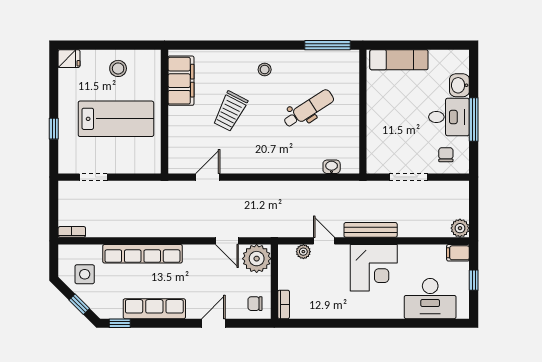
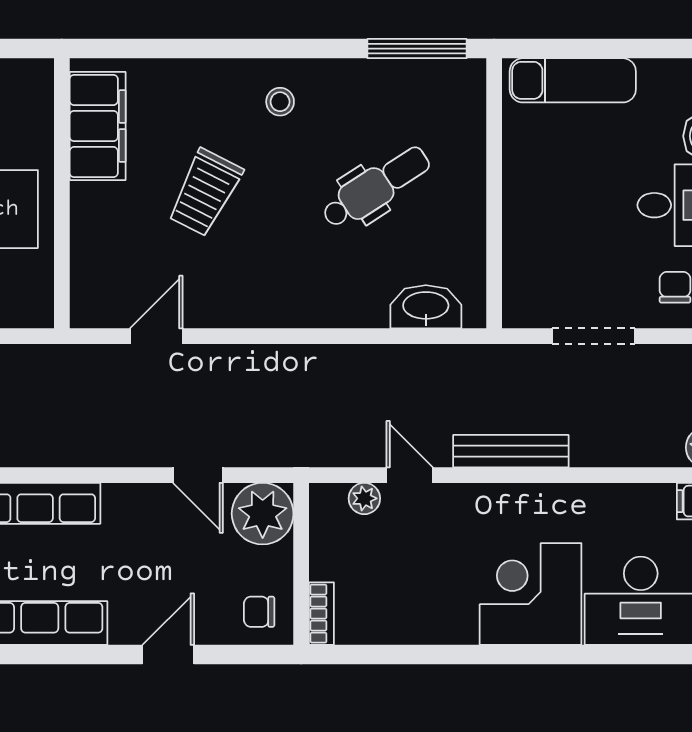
washbasin: (332, 167) -> (426, 307), width x1.91, depth x1.45
corner desk: (374, 268) -> (531, 594), moved, turned 180

